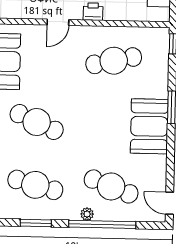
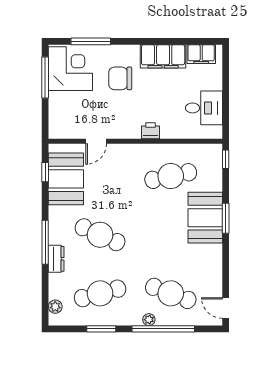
door: (58, 22) -> (96, 141), moved
booth: (149, 126) -> (205, 218), moved
cafe table: (35, 185) -> (100, 293), turned -30

